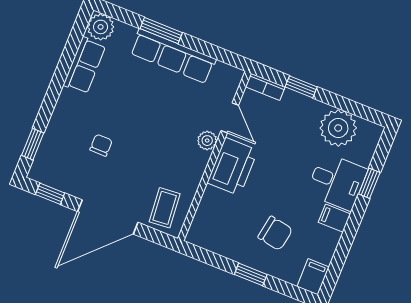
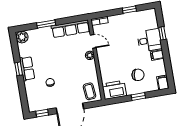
row of seats: (173, 56) -> (71, 29), moved
row of seats: (84, 65) -> (27, 69), moved
window: (301, 87) -> (129, 10), moved
plant: (338, 128) -> (137, 19), removed
window: (33, 144) -> (19, 69), moved
printer: (232, 167) -> (114, 90), moved, turned -90

